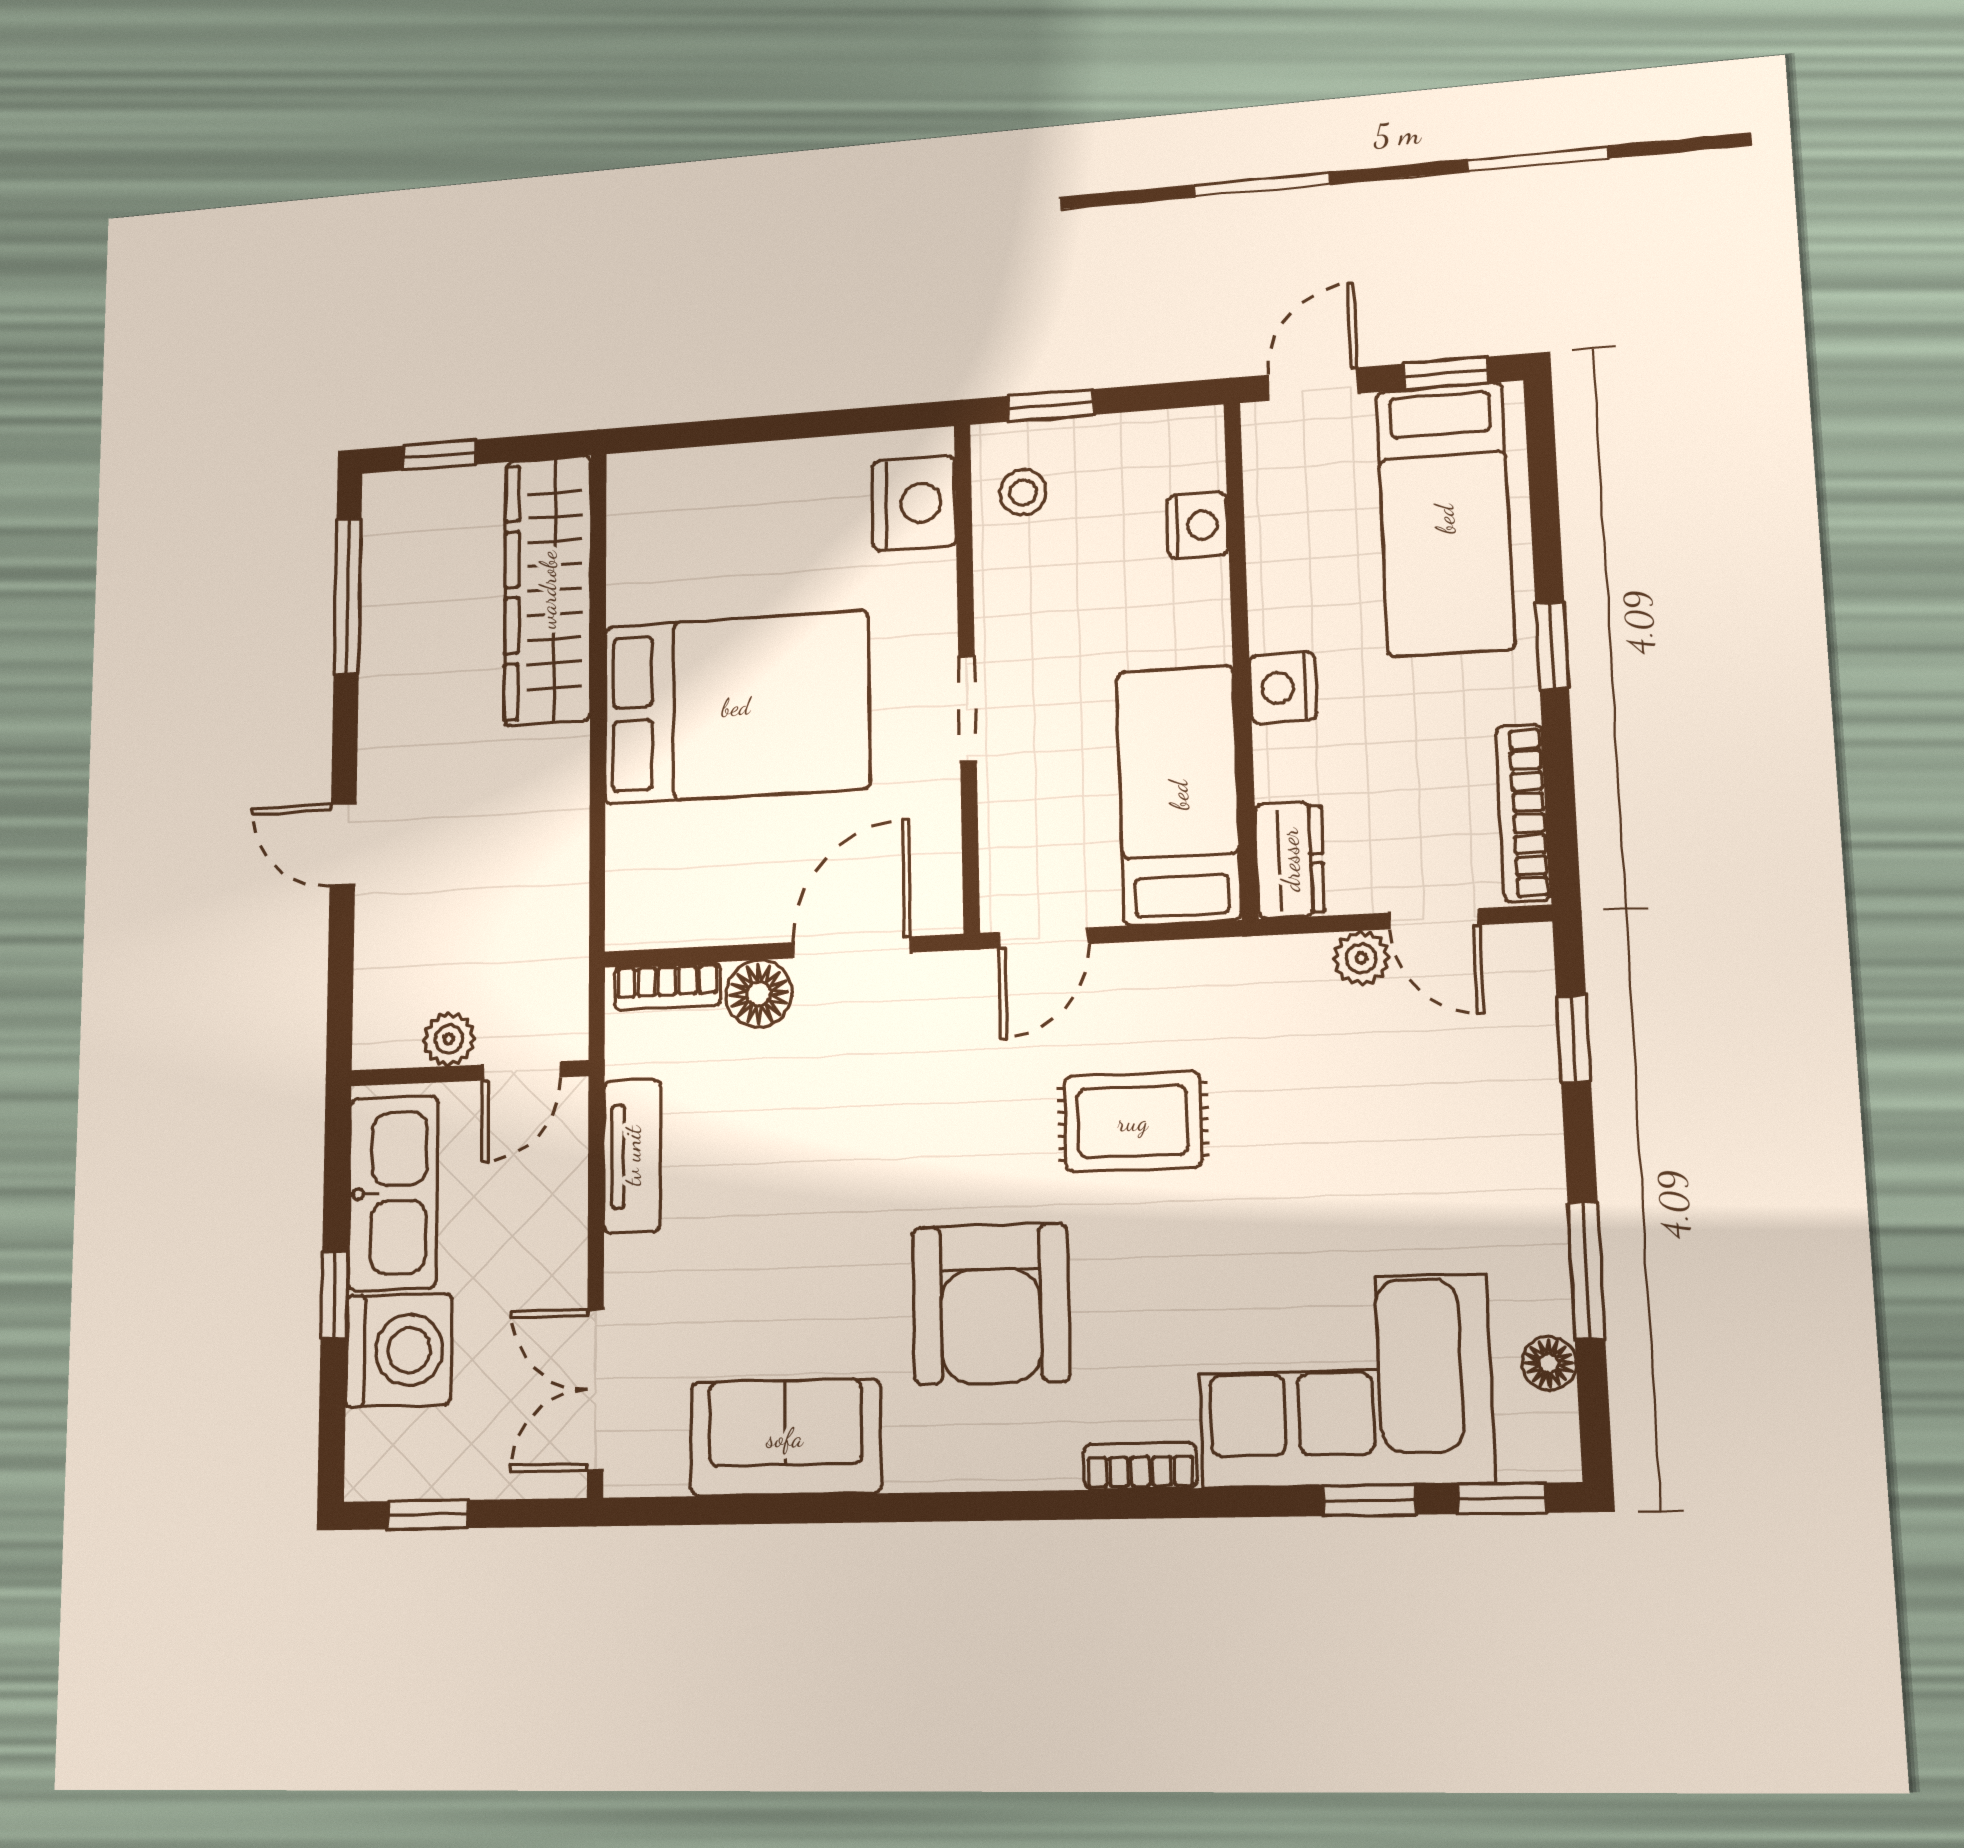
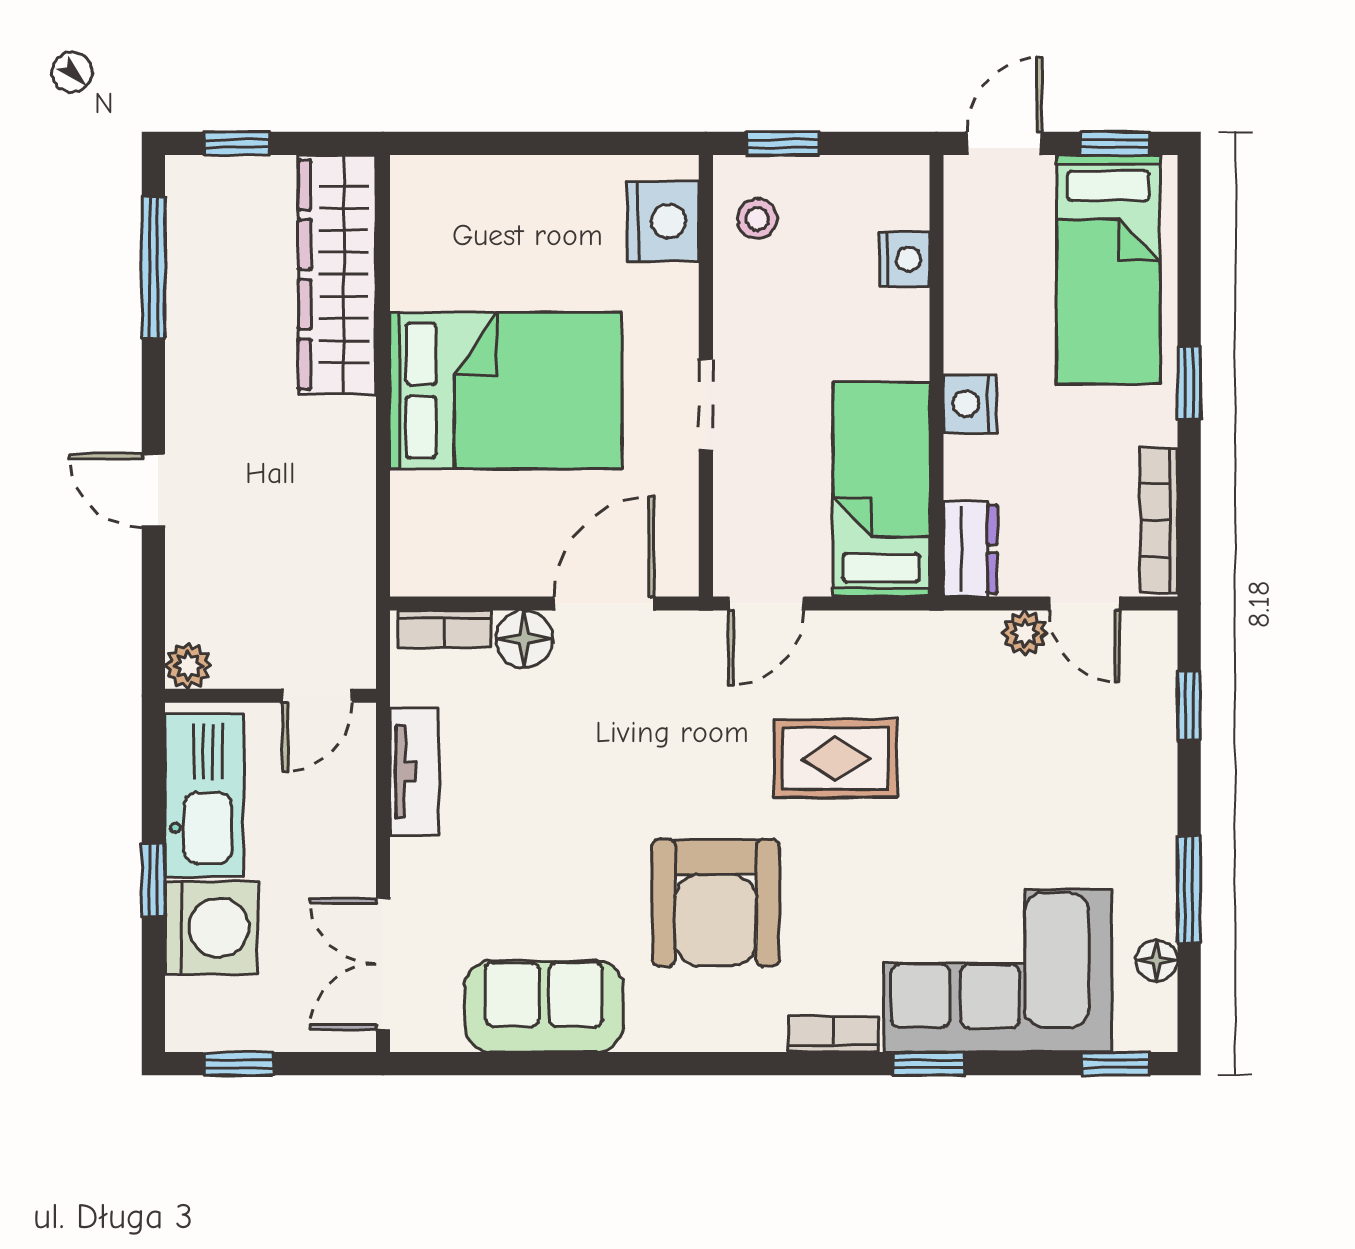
plant: (449, 1039) -> (188, 666), moved
window: (1369, 1500) -> (928, 1064), moved

